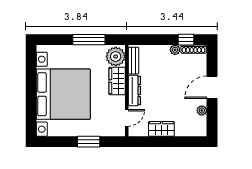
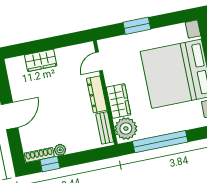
window: (89, 40) -> (160, 142), width x1.46
plant: (202, 111) -> (16, 87), removed
wardrobe: (161, 129) -> (41, 60), moved

